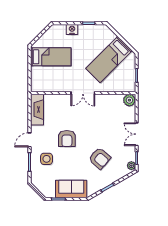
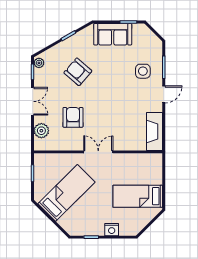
plant: (129, 100) -> (41, 131), moved
armchair: (67, 139) -> (73, 117), moved

